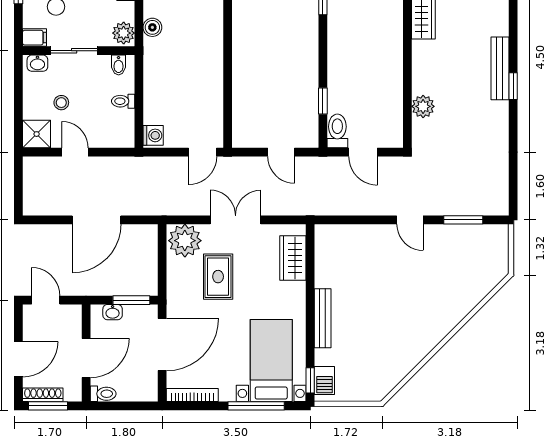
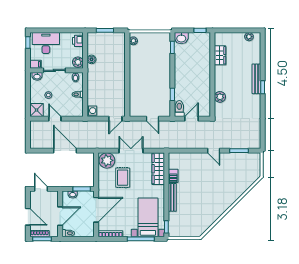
door: (363, 152) -> (191, 119), swing flipped
door: (96, 220) -> (65, 151), swing flipped
wardrobe: (293, 258) -> (158, 169), width x1.50
door: (18, 359) -> (28, 217), hinge flipped
barbecue: (324, 380) -> (173, 176), moved

